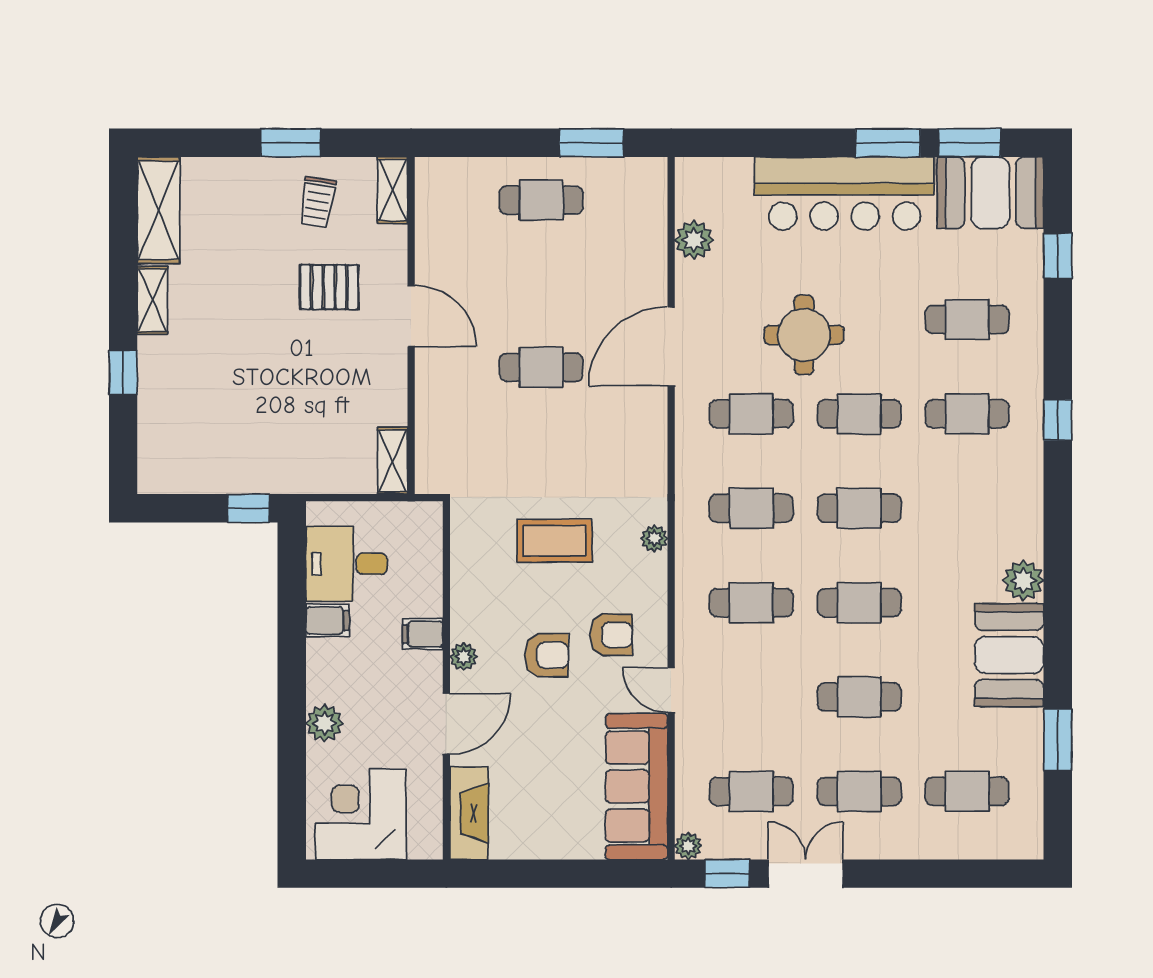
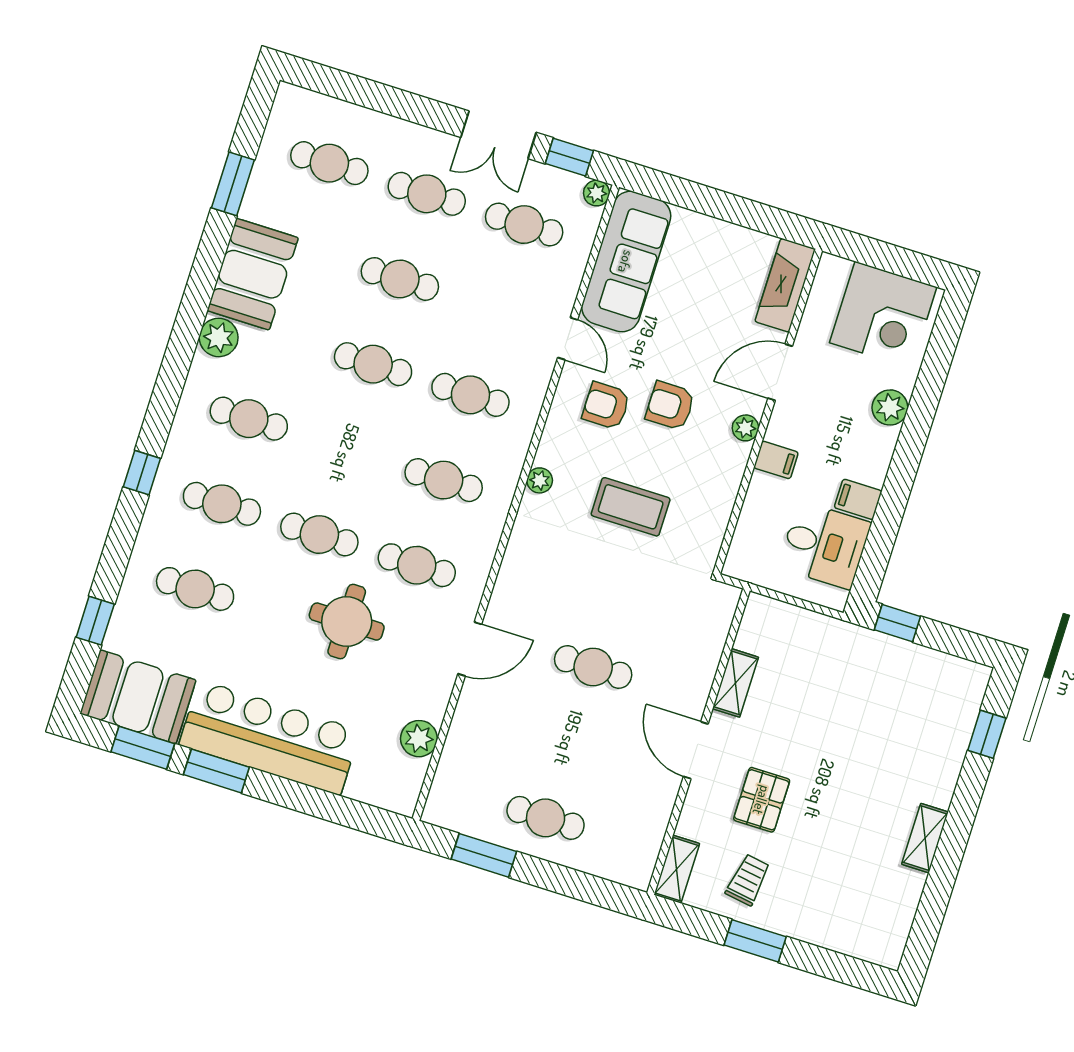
shelving: (158, 210) -> (894, 918), removed
pallet: (329, 287) -> (762, 800), turned 90
door: (671, 346) -> (470, 649), width x0.73
window: (123, 373) -> (987, 734), moved
shelving: (393, 461) -> (735, 683), moved
cafe table: (859, 508) -> (249, 419), moved

